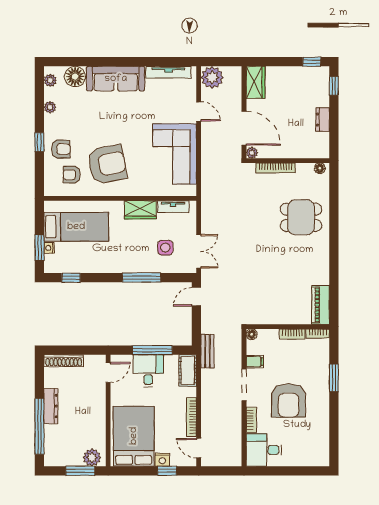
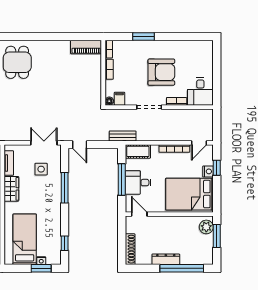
filing cabinet: (255, 362) -> (119, 99), moved

